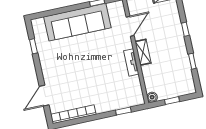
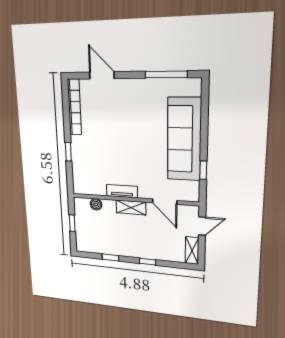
window: (33, 46) -> (166, 74), width x2.17
boiler: (152, 97) -> (96, 204), moved
window: (123, 111) -> (68, 152), moved

